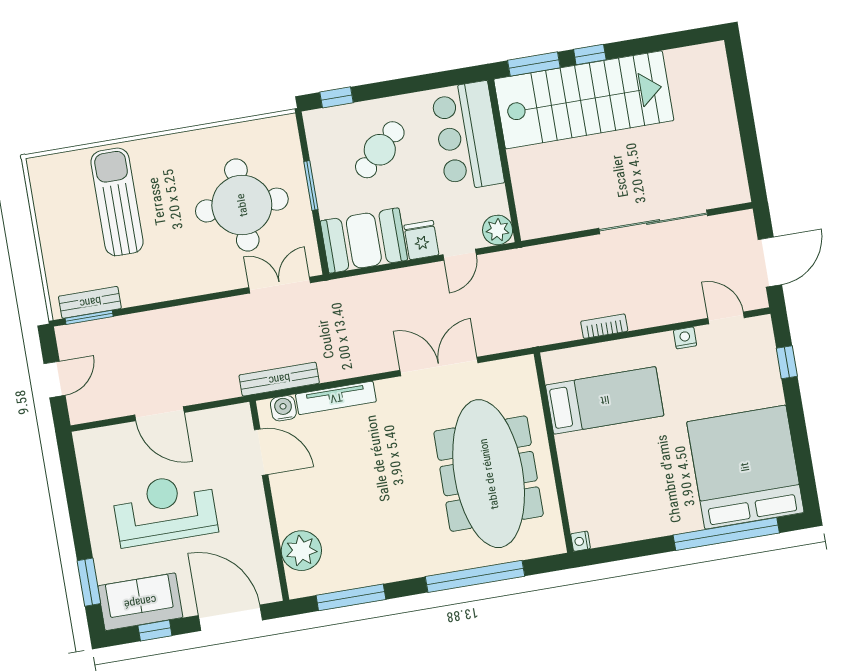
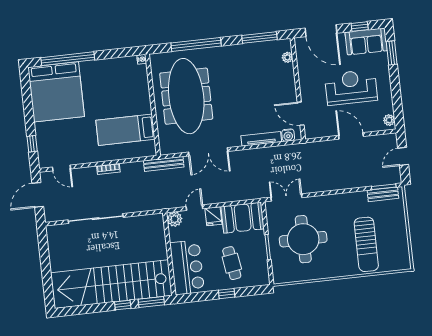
window: (336, 97) -> (227, 294), moved
stairs: (584, 100) -> (112, 284), width x1.36
cafe table: (380, 150) -> (232, 263), turned -56
double door: (280, 285) -> (286, 198), swing flipped
bookcase: (604, 326) -> (108, 169), moved
nightstand: (685, 338) -> (83, 159), removed
bench: (279, 379) -> (164, 164), moved
plant: (86, 449) -> (389, 120), added
reception desk: (165, 510) -> (351, 87), turned 180
plant: (301, 551) -> (287, 57), width x0.53, depth x0.53

